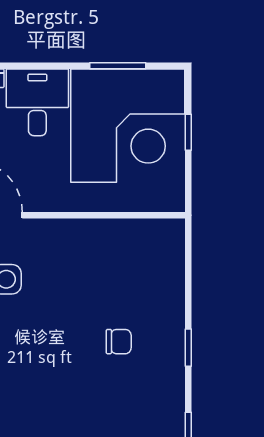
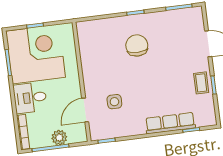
chair: (119, 342) -> (137, 45), width x1.87, depth x1.87

